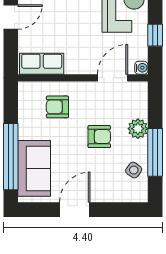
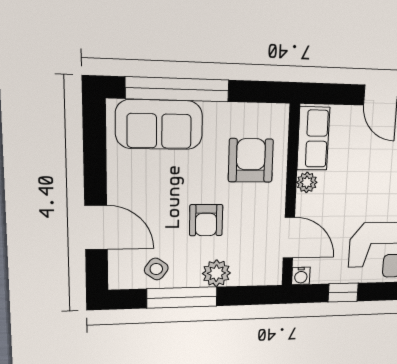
plant: (73, 67) -> (307, 182), added
armchair: (57, 107) -> (251, 160), width x1.38, depth x1.38
door: (75, 210) -> (96, 227), moved

